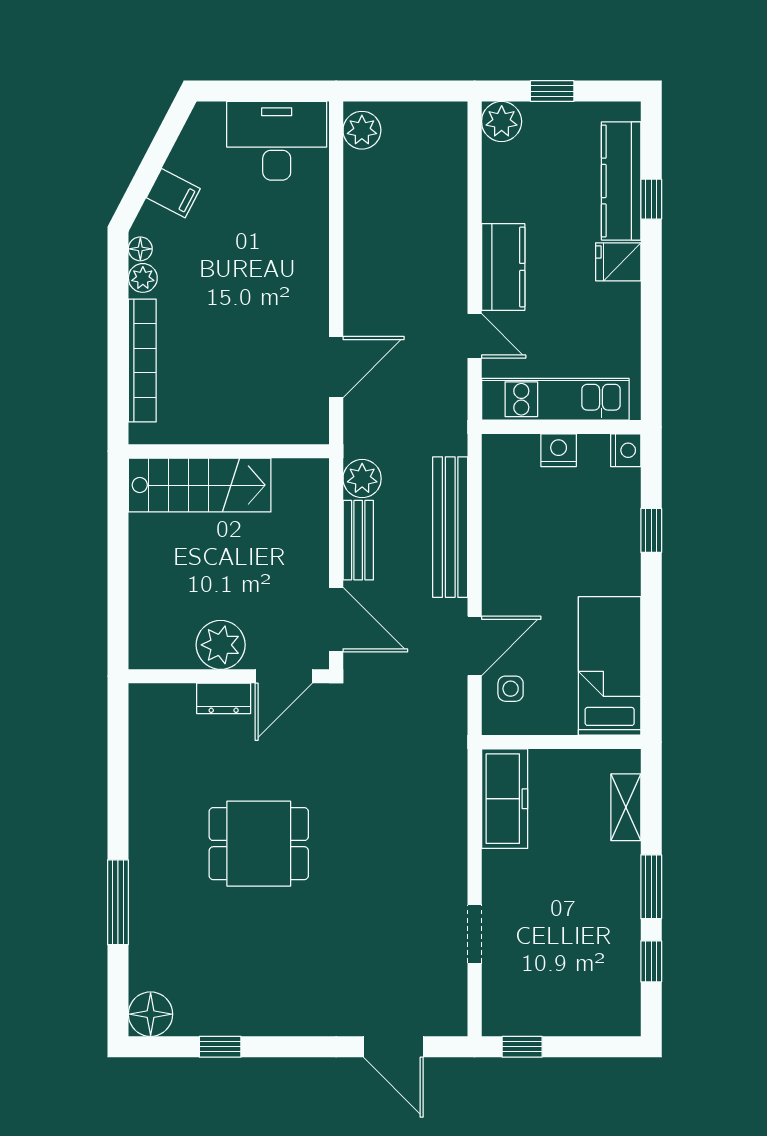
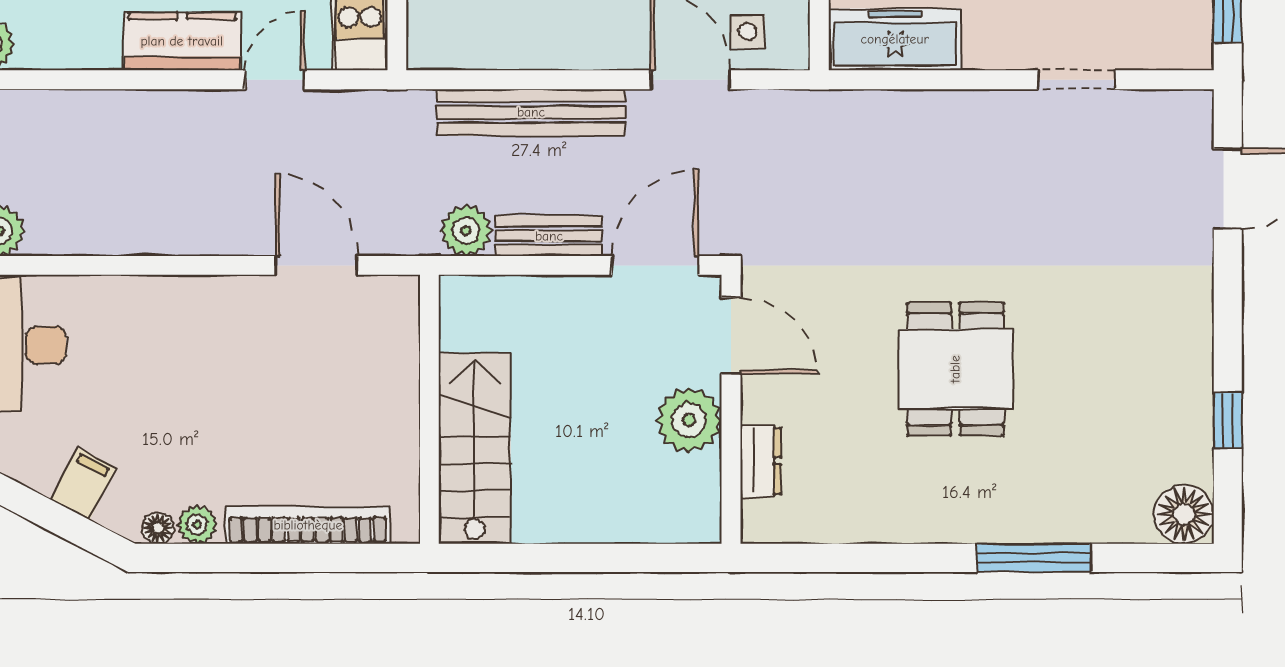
dresser: (224, 698) -> (761, 461), moved

